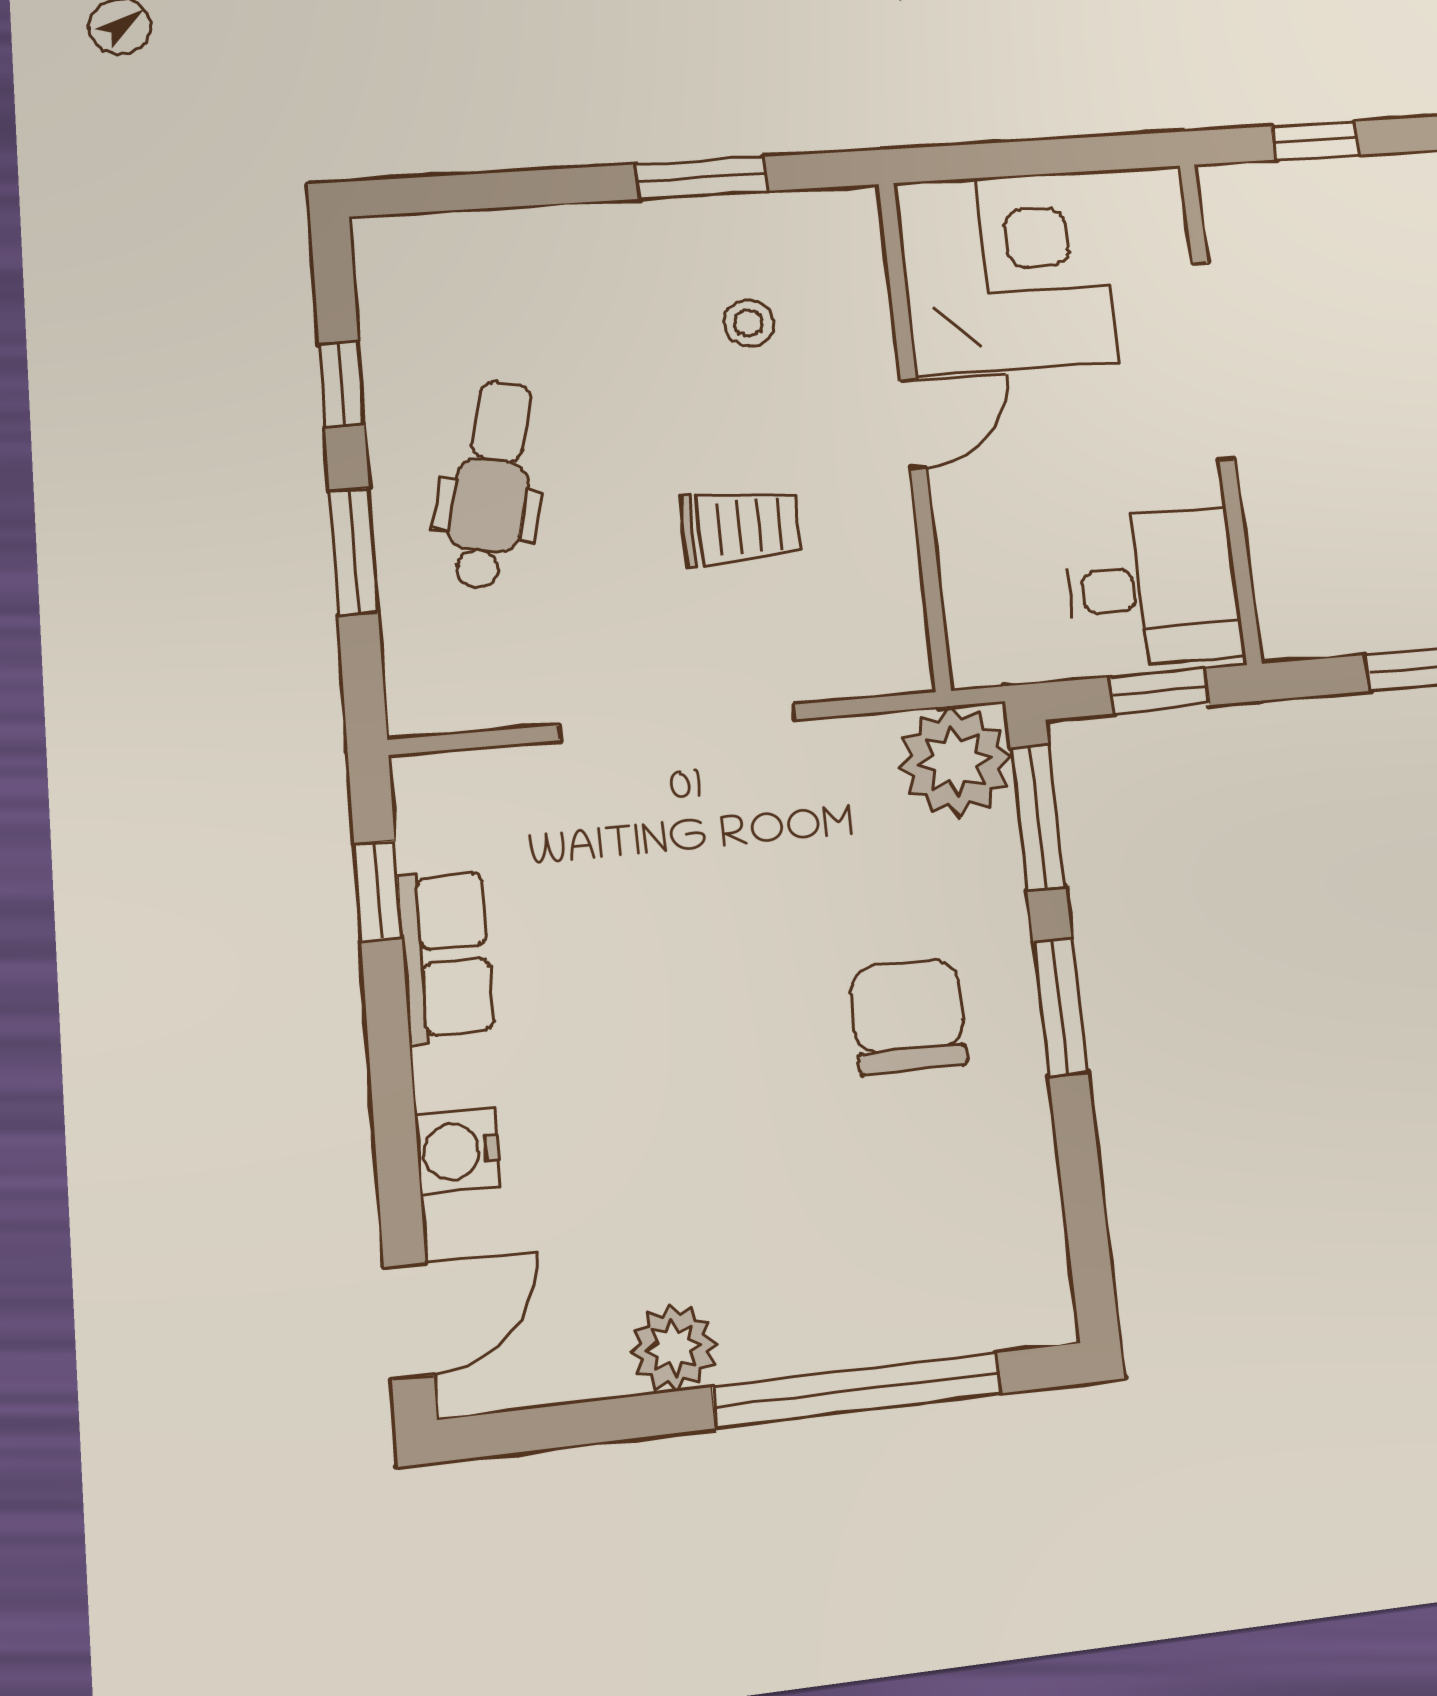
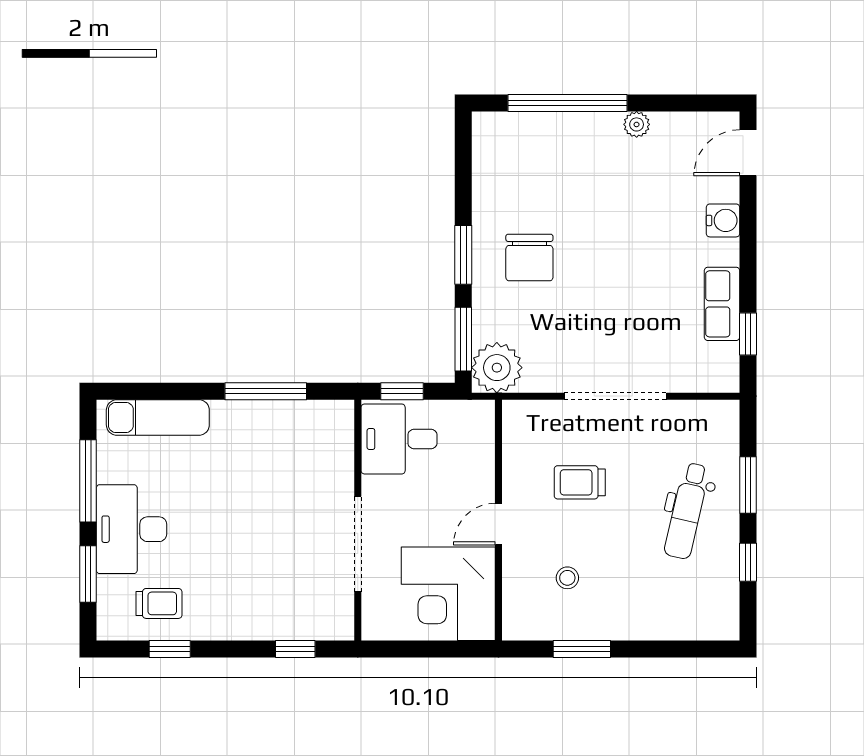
plant: (673, 1348) -> (637, 124), width x0.73, depth x0.73

